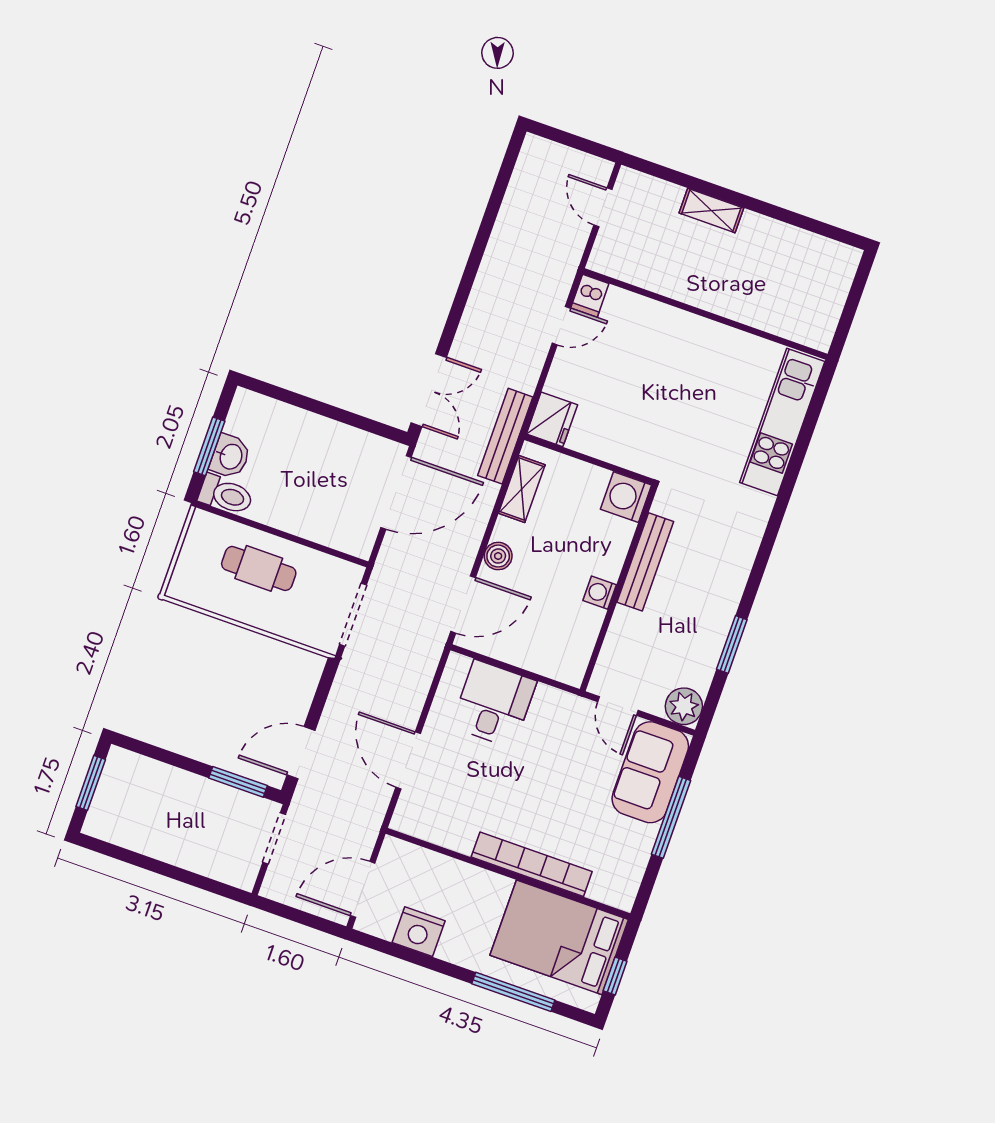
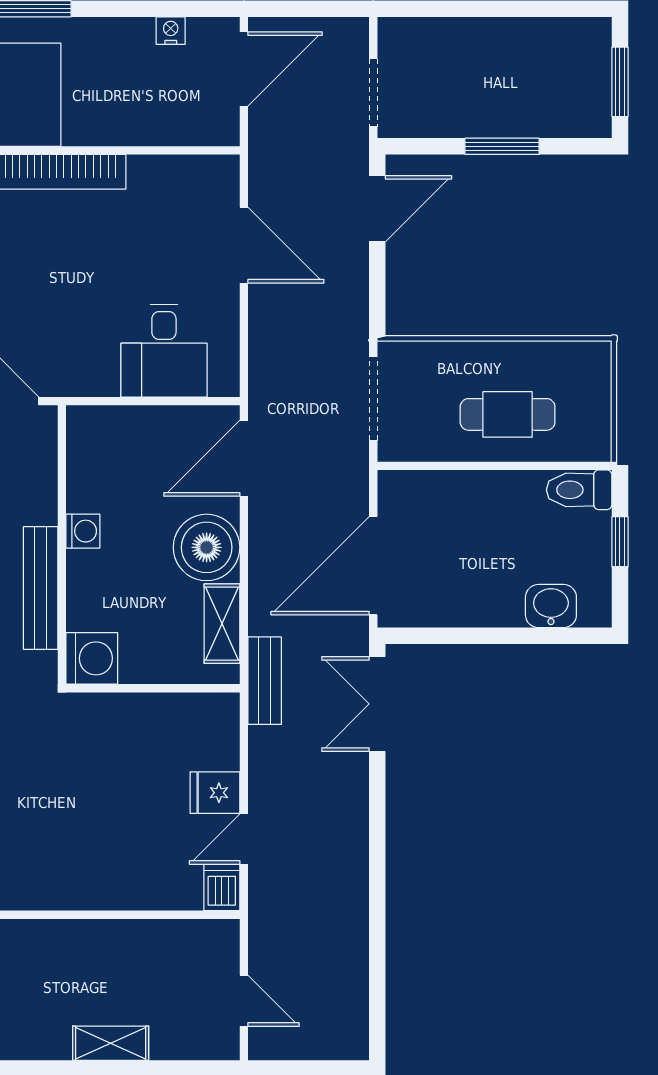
fridge: (552, 419) -> (215, 793), moved, width x0.72
bench: (505, 436) -> (265, 681), width x0.73
window: (209, 446) -> (620, 542), width x0.67
washbasin: (230, 456) -> (551, 606), moved, turned 90
boiler: (498, 556) -> (207, 547), width x1.86, depth x1.86
window: (238, 782) -> (502, 146), moved
nightstand: (419, 932) -> (171, 31), width x0.53, depth x0.56

